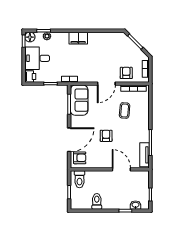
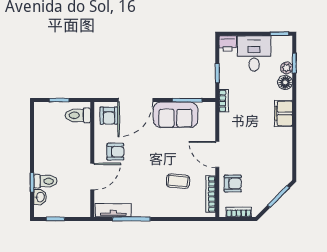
floor lamp: (30, 37) -> (285, 82), moved
sofa: (79, 100) -> (175, 115), moved
armchair: (106, 136) -> (115, 152), moved
door: (69, 140) -> (135, 100), hinge flipped
toilet: (97, 201) -> (45, 181), moved

